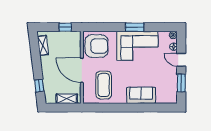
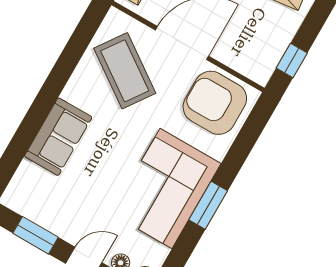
armchair: (96, 46) -> (215, 103), turned 90
coffee table: (104, 85) -> (125, 71), turned 35

